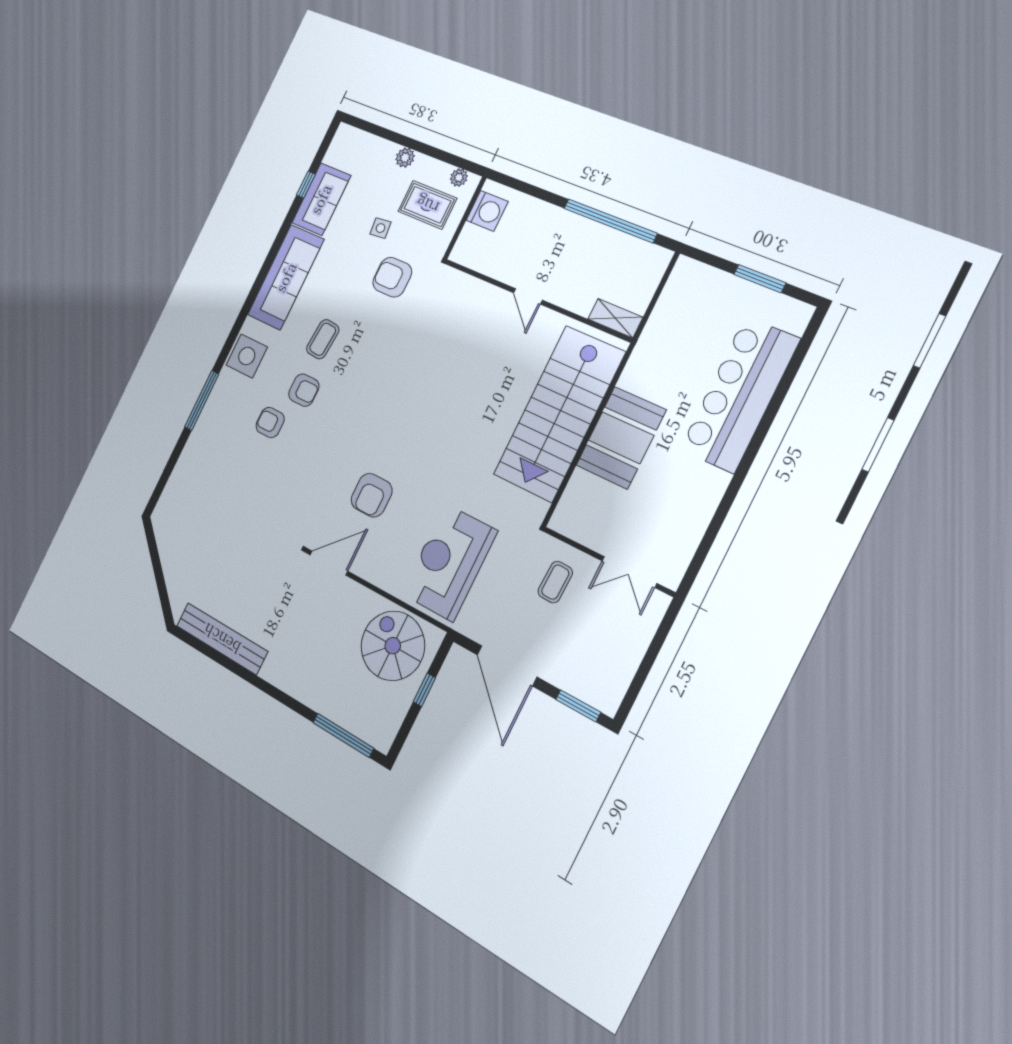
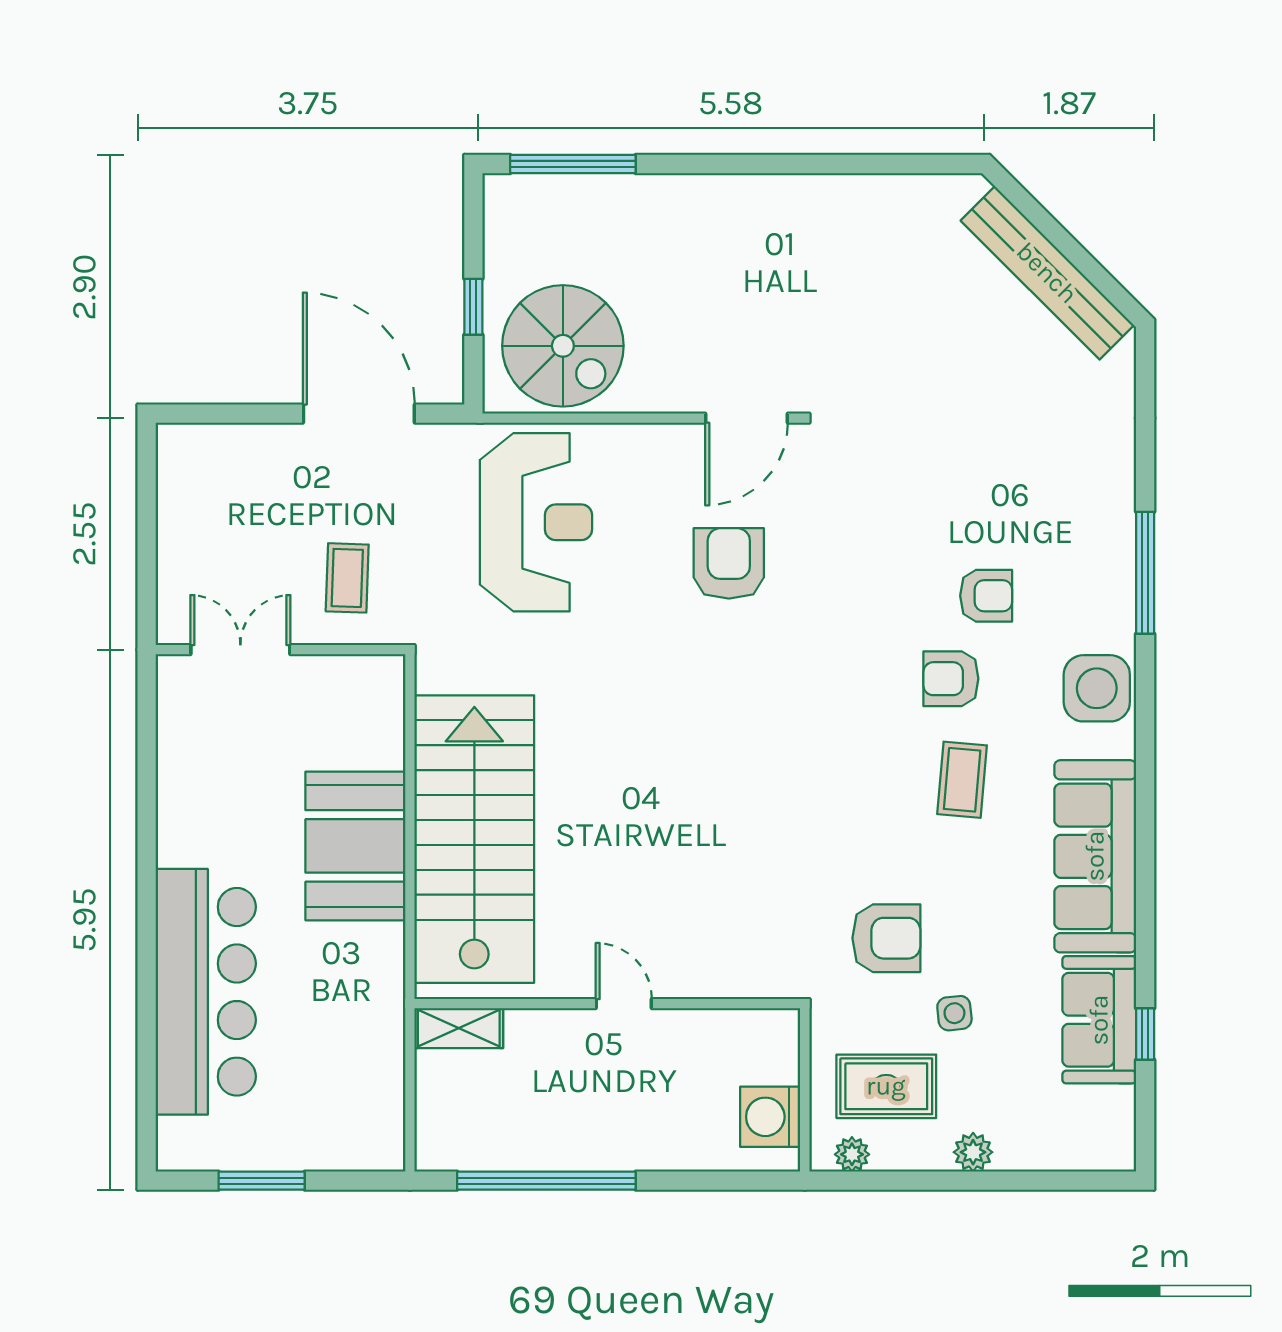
bench: (222, 639) -> (1047, 273), moved, turned 45
window: (578, 706) -> (218, 414), removed

